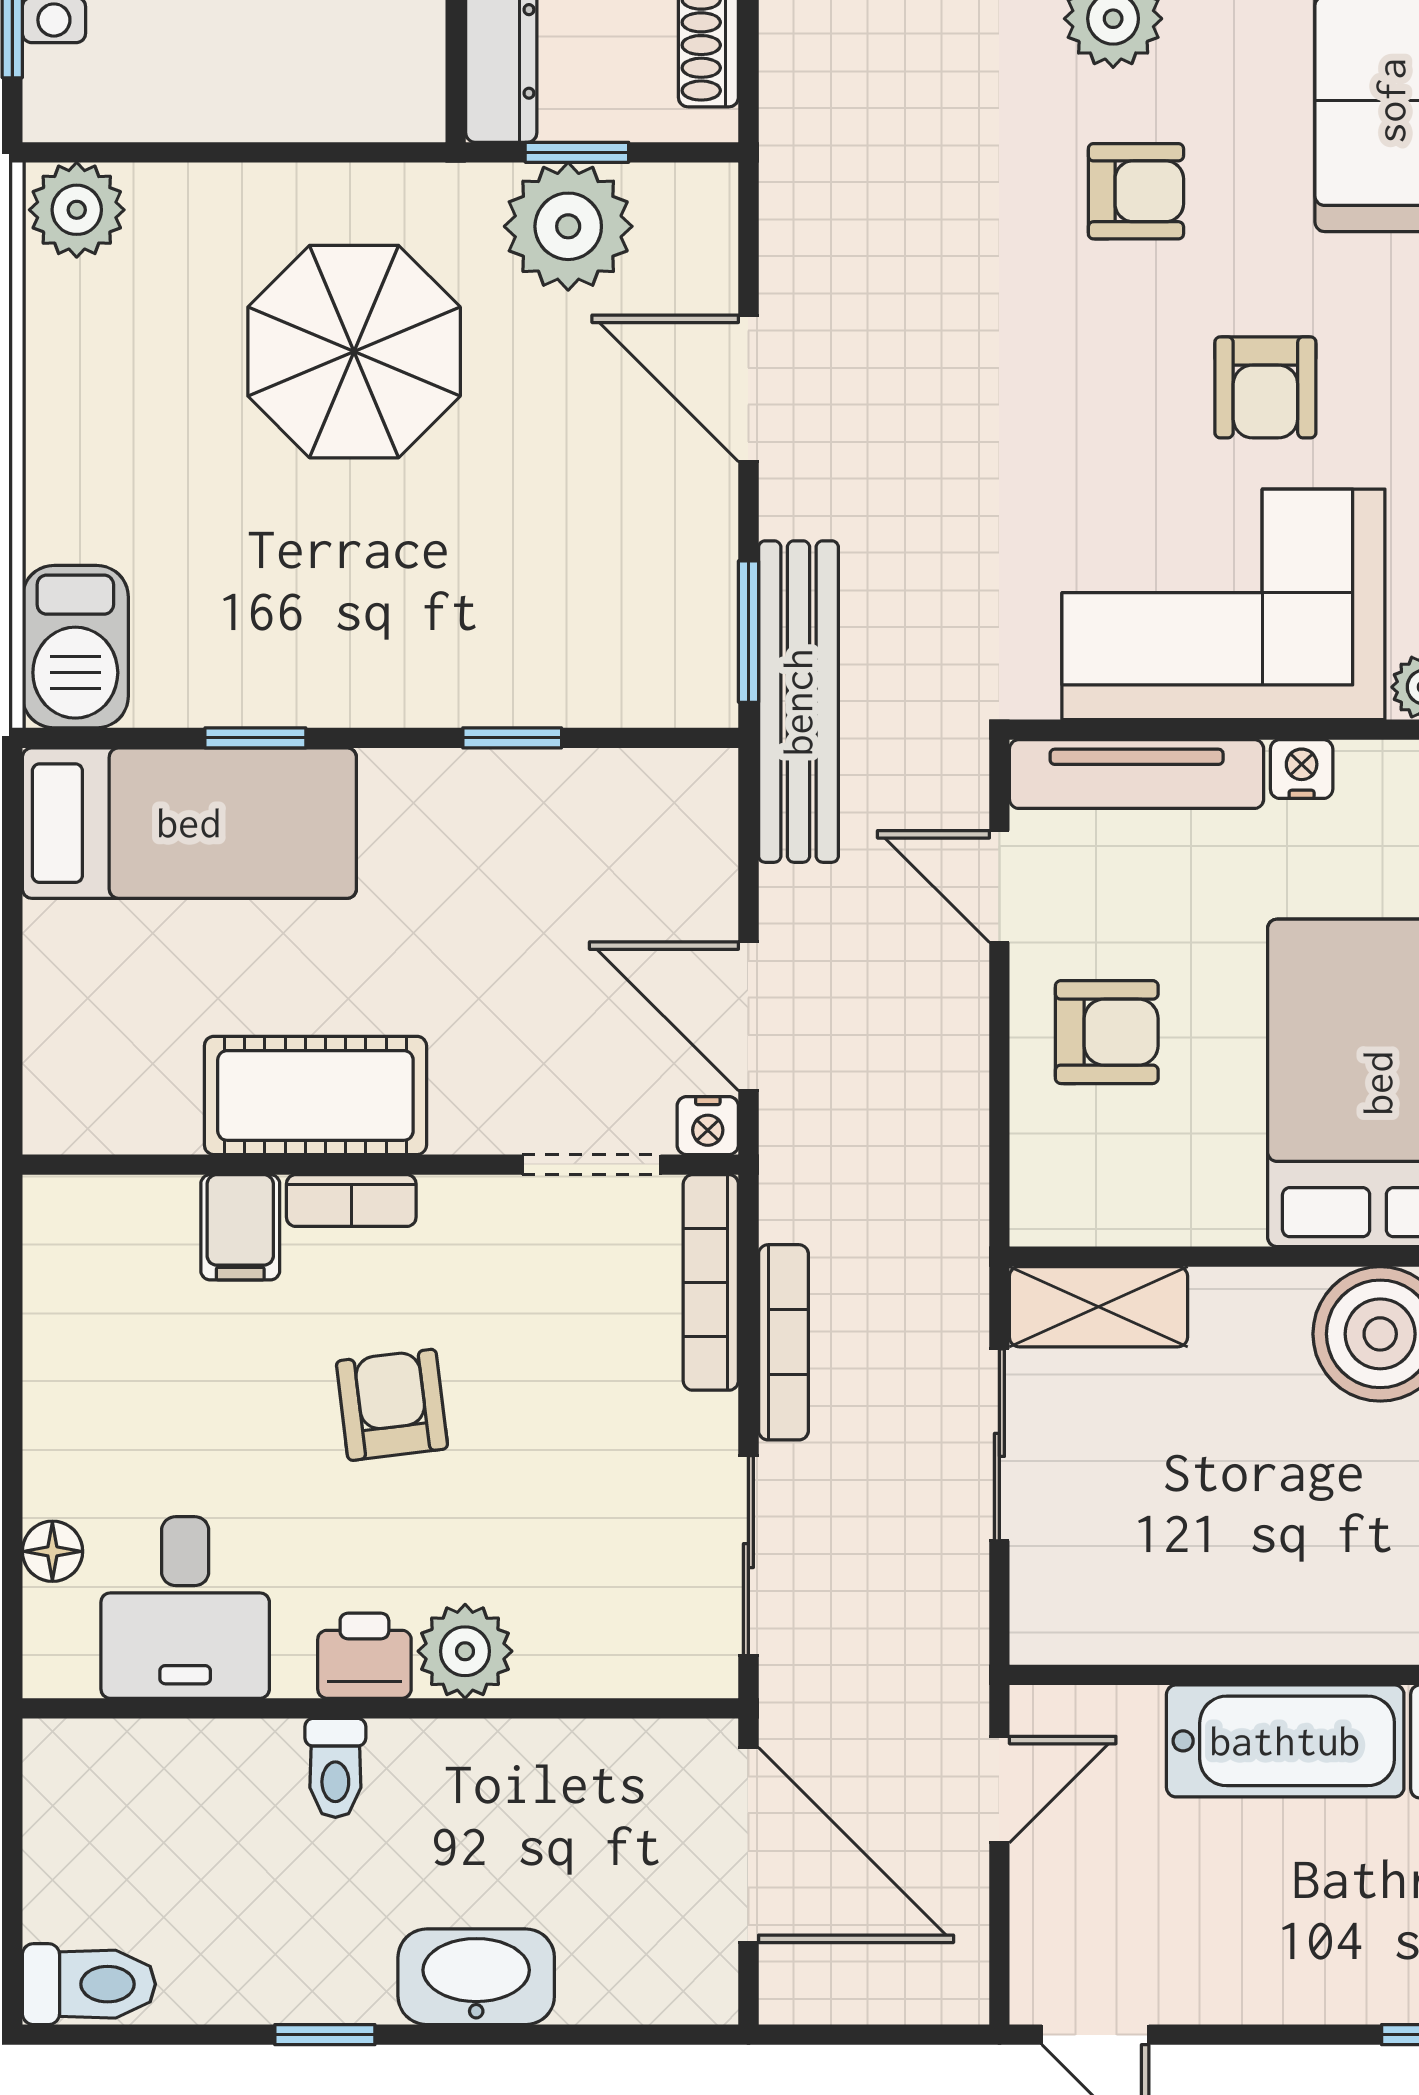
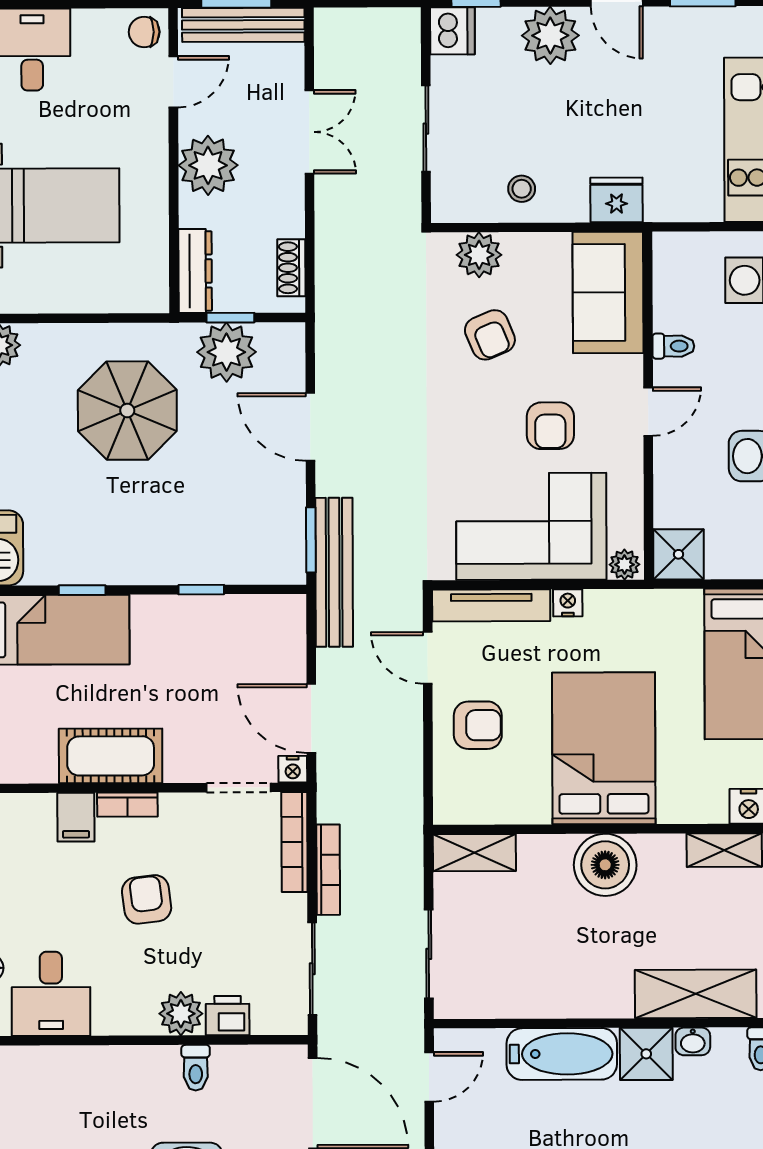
armchair: (1136, 191) -> (490, 335), turned 67
sliding door: (999, 1445) -> (429, 954), moved
printer: (364, 1656) -> (228, 1016), moved
toilet: (335, 1768) -> (196, 1068), moved

